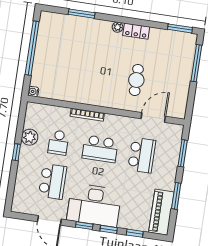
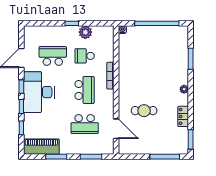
locker: (136, 31) -> (183, 116), moved
school desk: (100, 149) -> (85, 90), turned 180
school desk: (53, 181) -> (53, 56), turned 180

